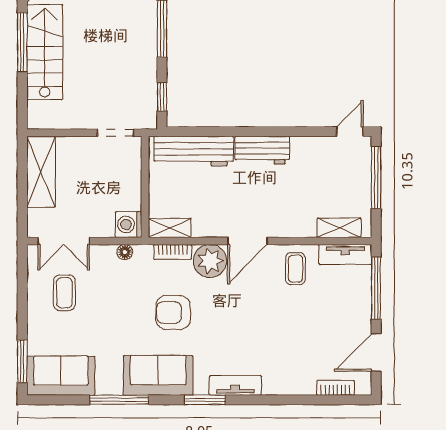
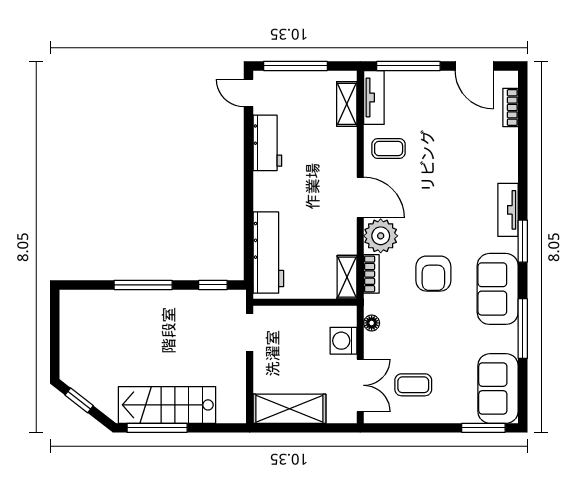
workbench: (262, 150) -> (267, 143), moved
washing machine: (129, 224) -> (343, 341), moved, turned 90

